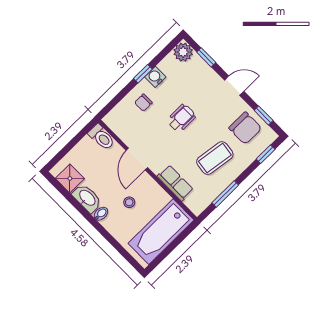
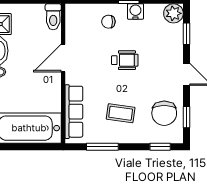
coffee table: (215, 158) -> (121, 113), width x0.73, depth x0.77
row of seats: (175, 183) -> (74, 112), width x1.48
stool: (129, 202) -> (27, 84), removed

